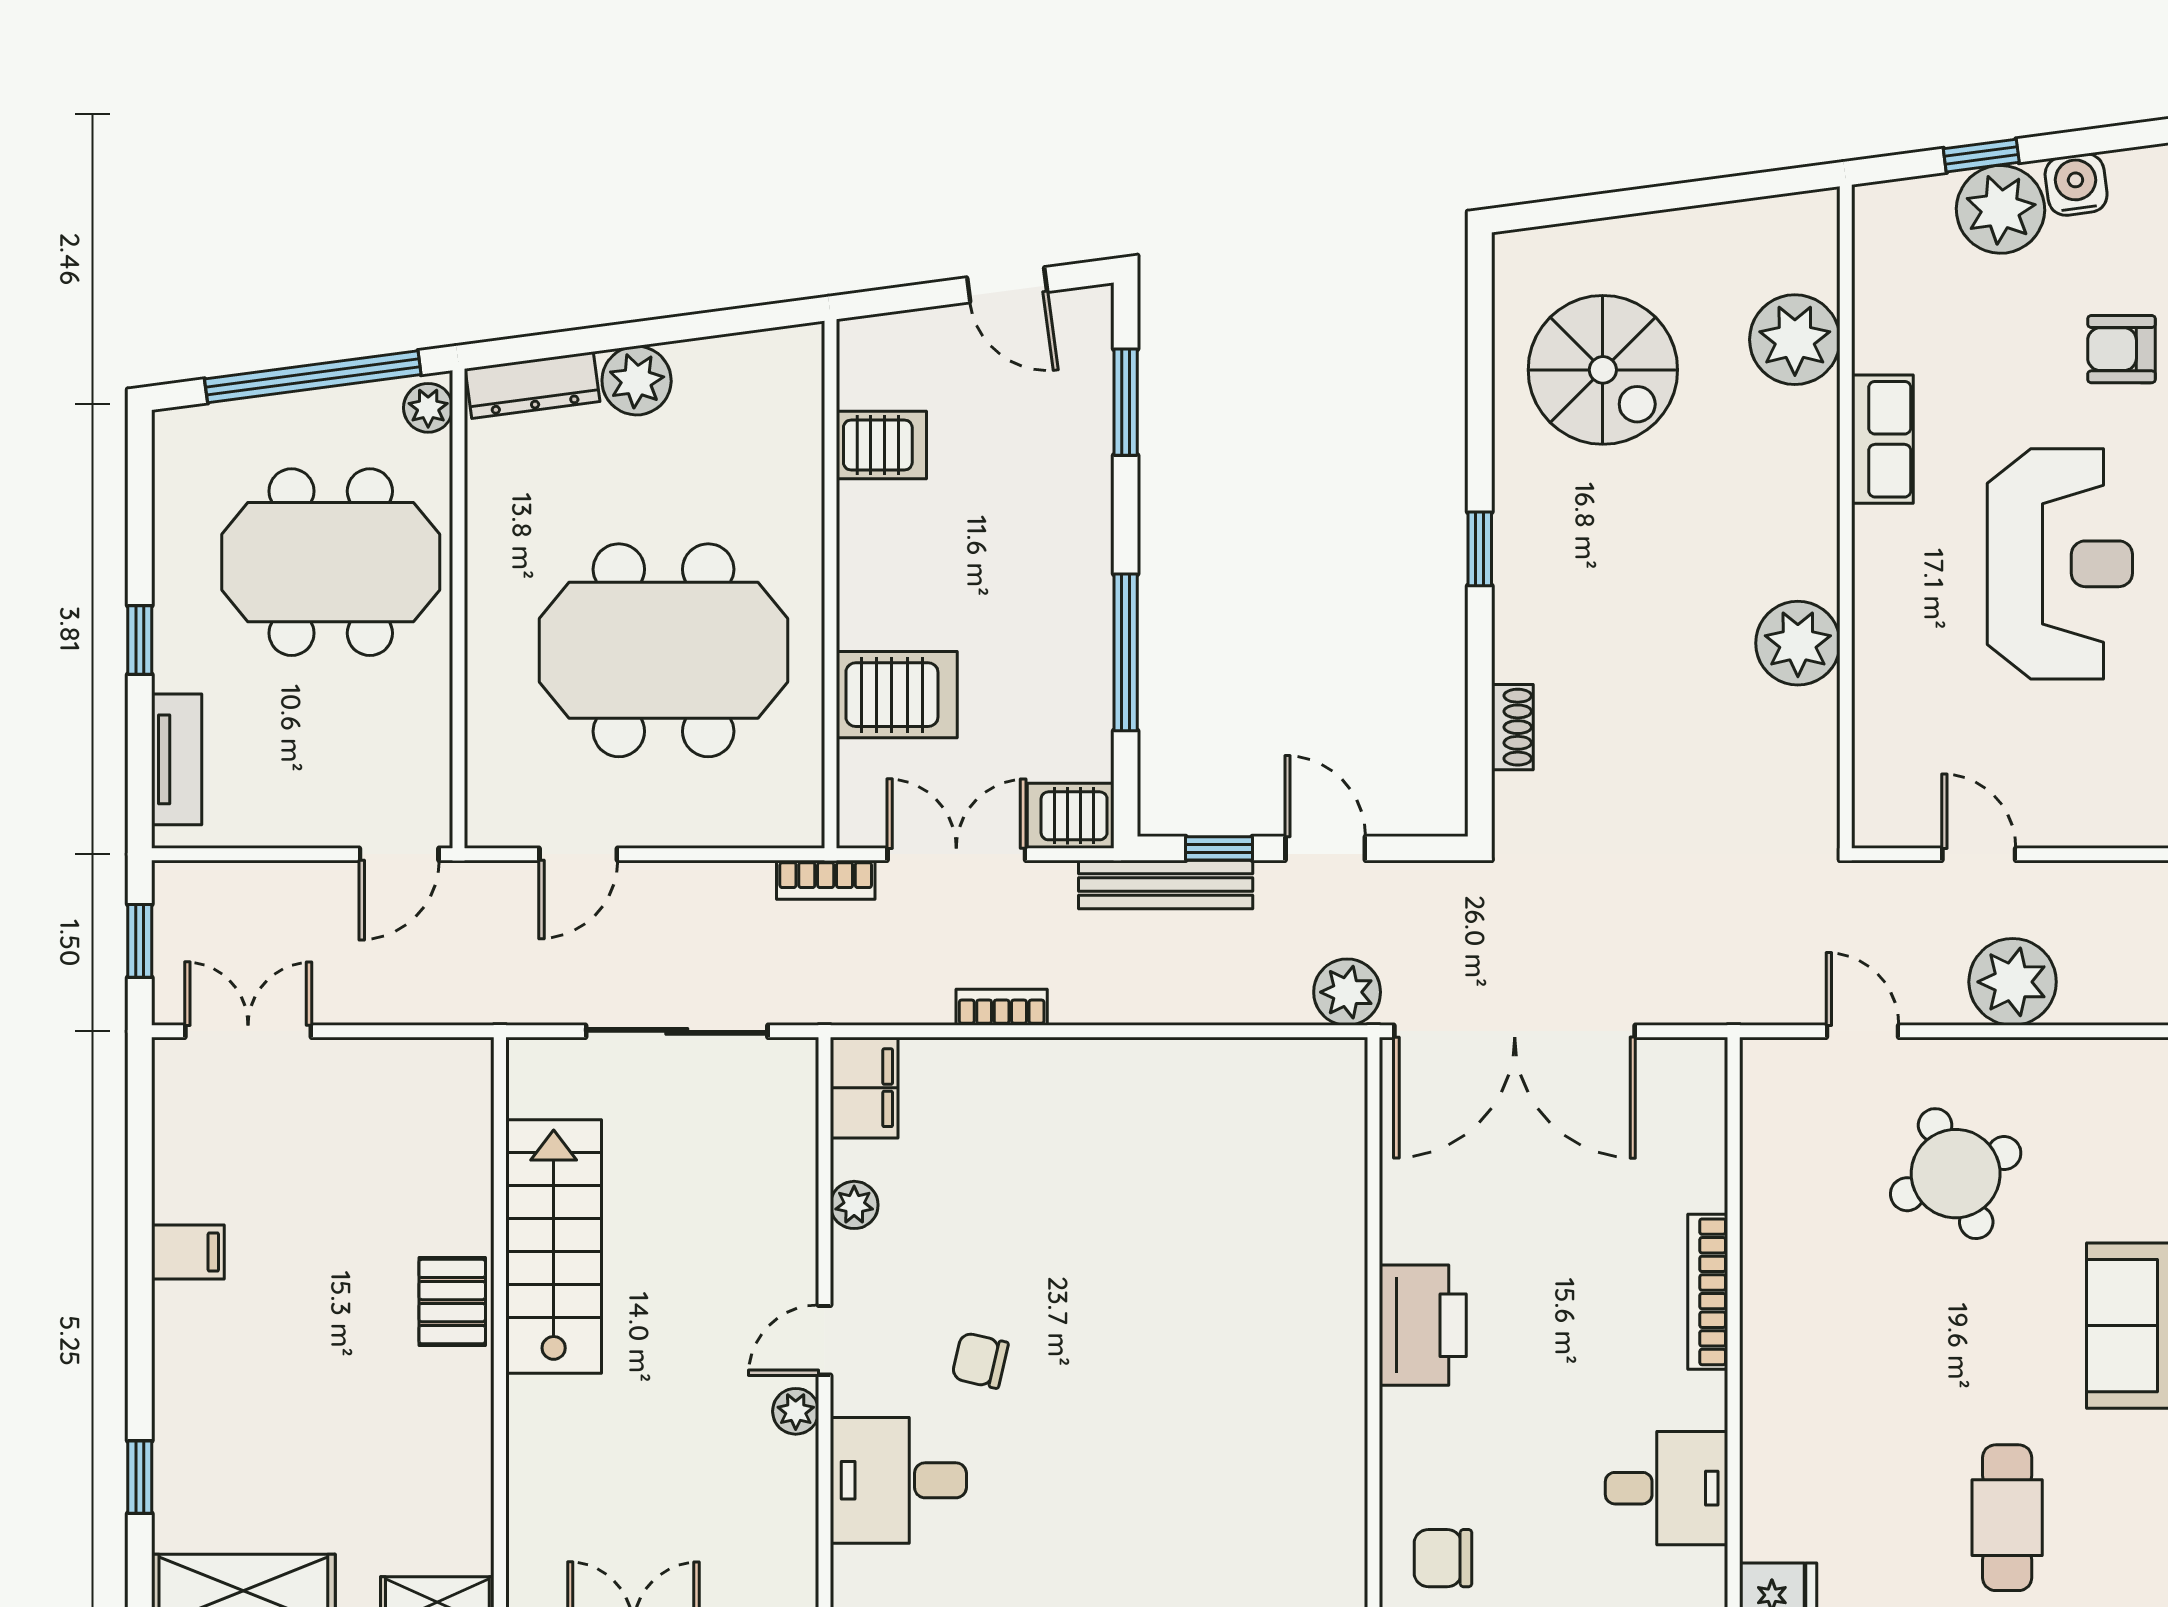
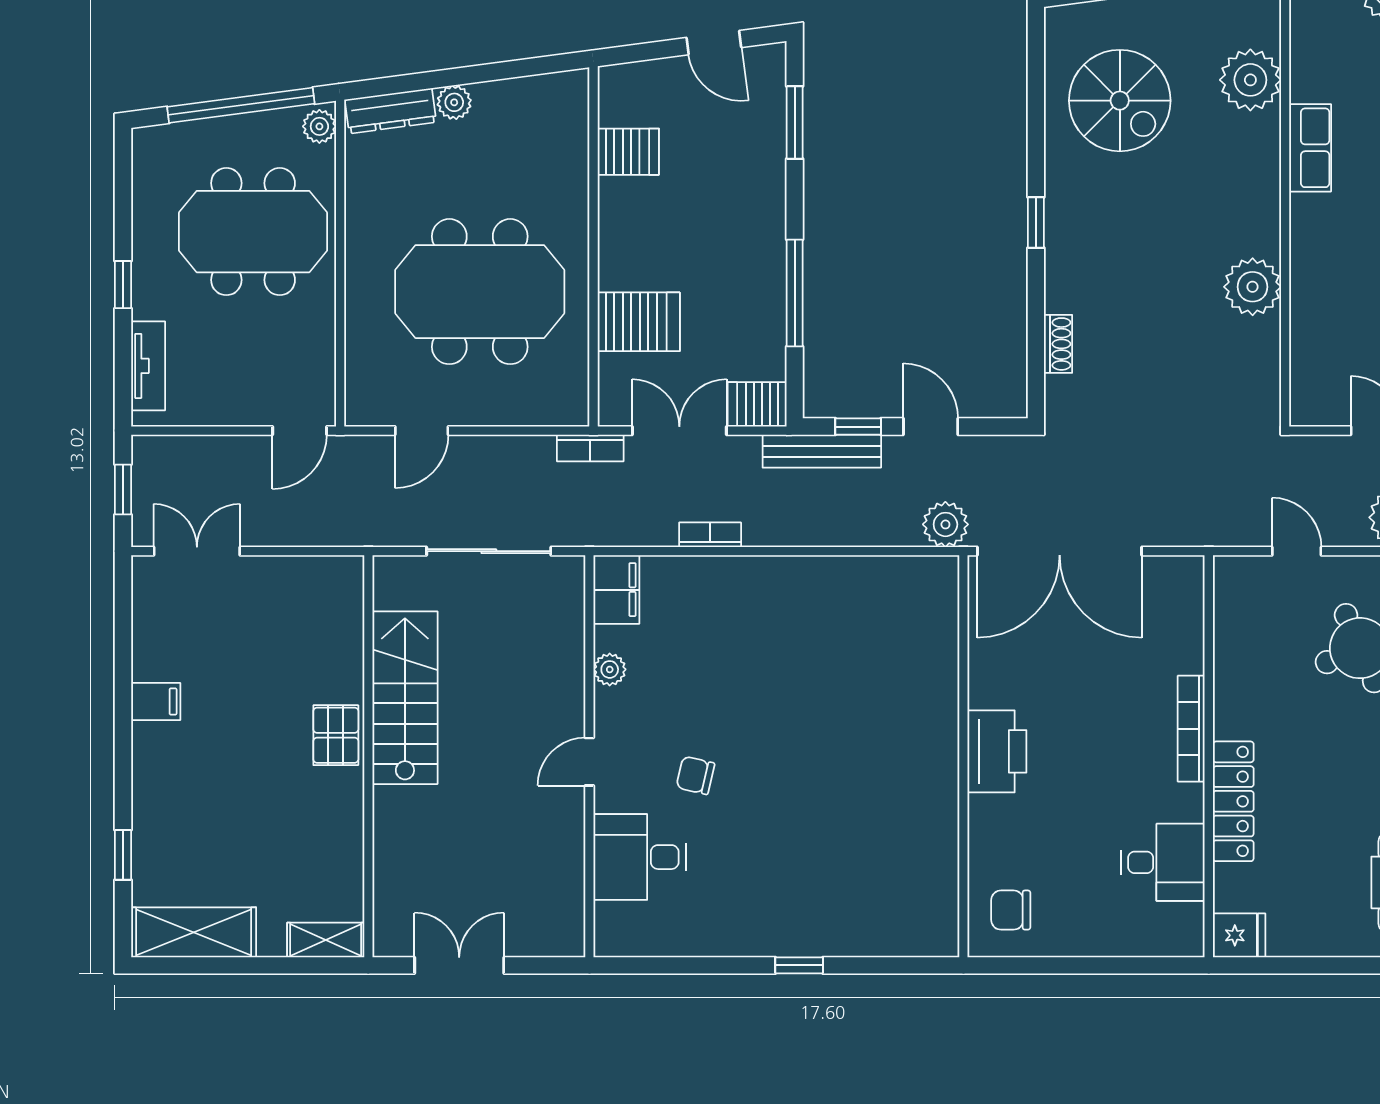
plant: (637, 381) -> (454, 102), width x0.73, depth x0.73
locker: (1770, 1399) -> (1233, 801), added
plant: (796, 1411) -> (570, 810), removed

